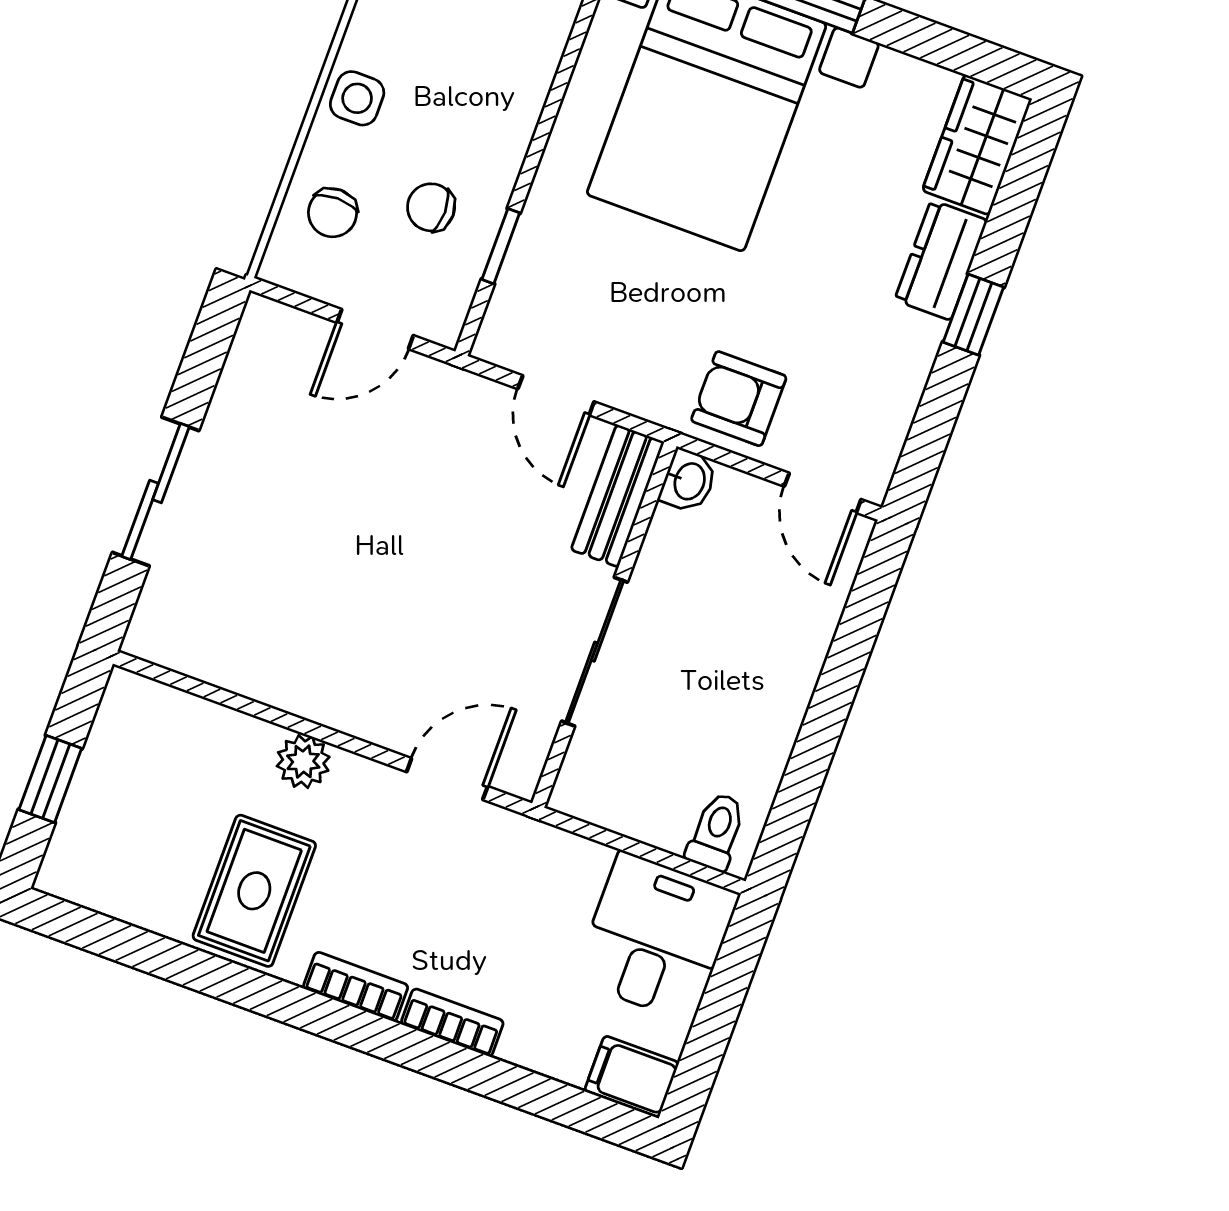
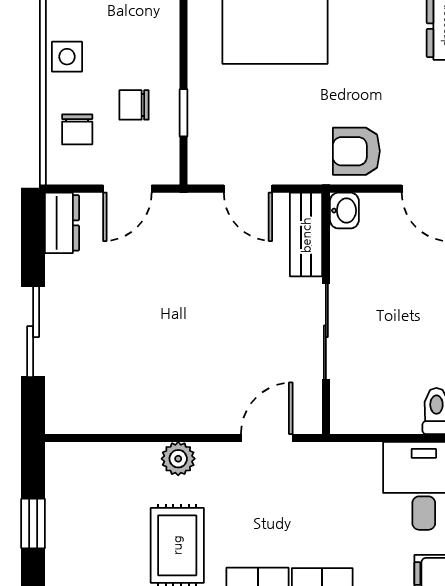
dresser: (258, 345) -> (62, 223), added

